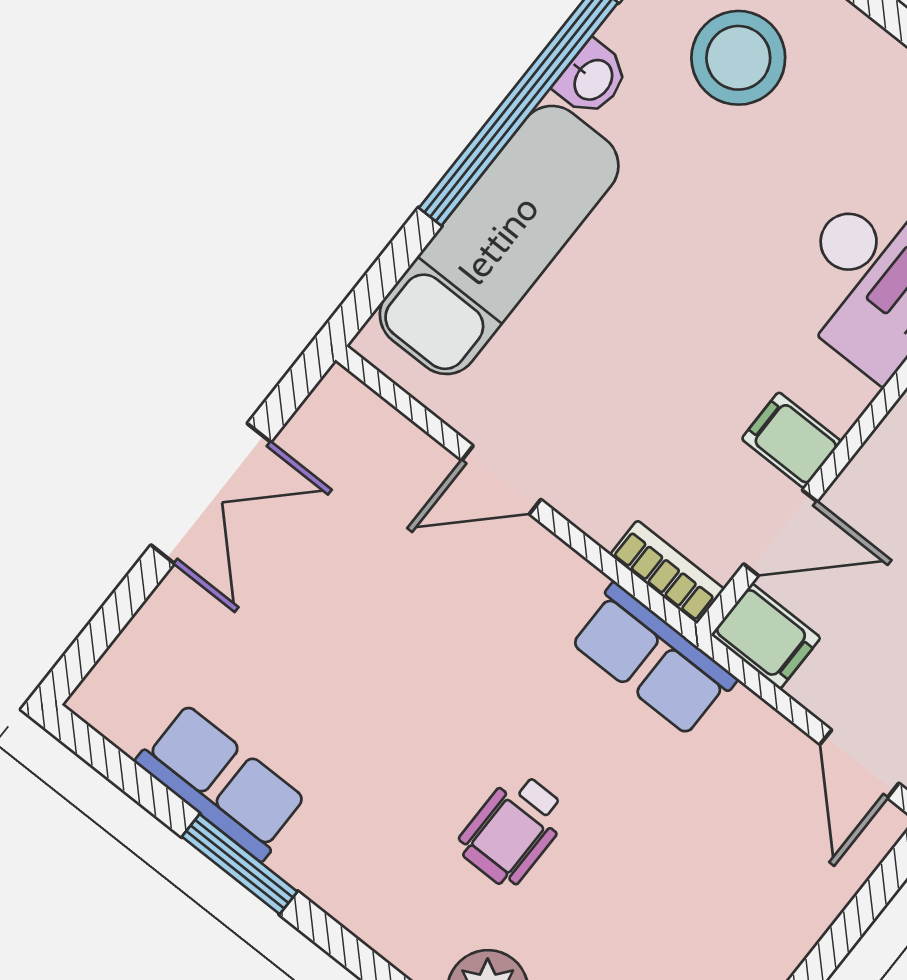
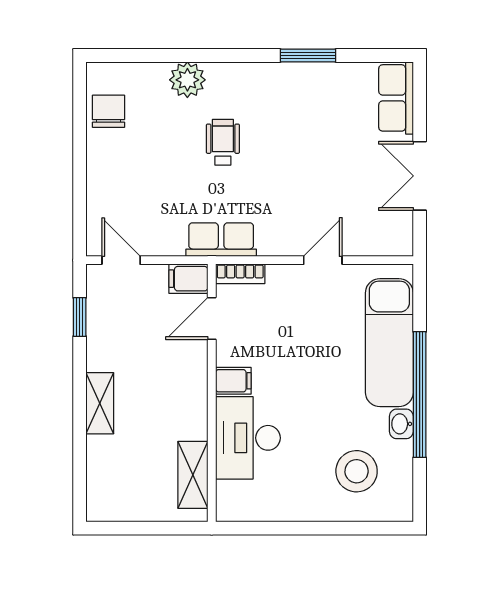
filing cabinet: (791, 440) -> (233, 381), moved
row of seats: (222, 782) -> (396, 98), moved, turned 90

